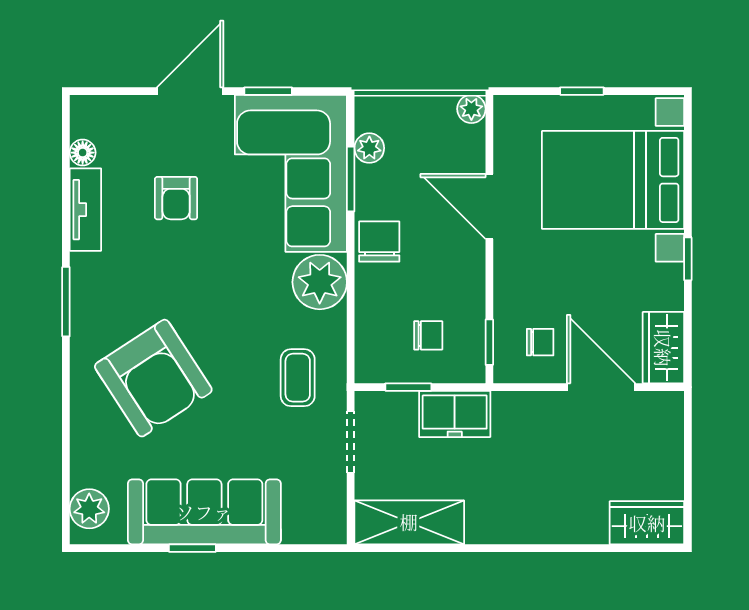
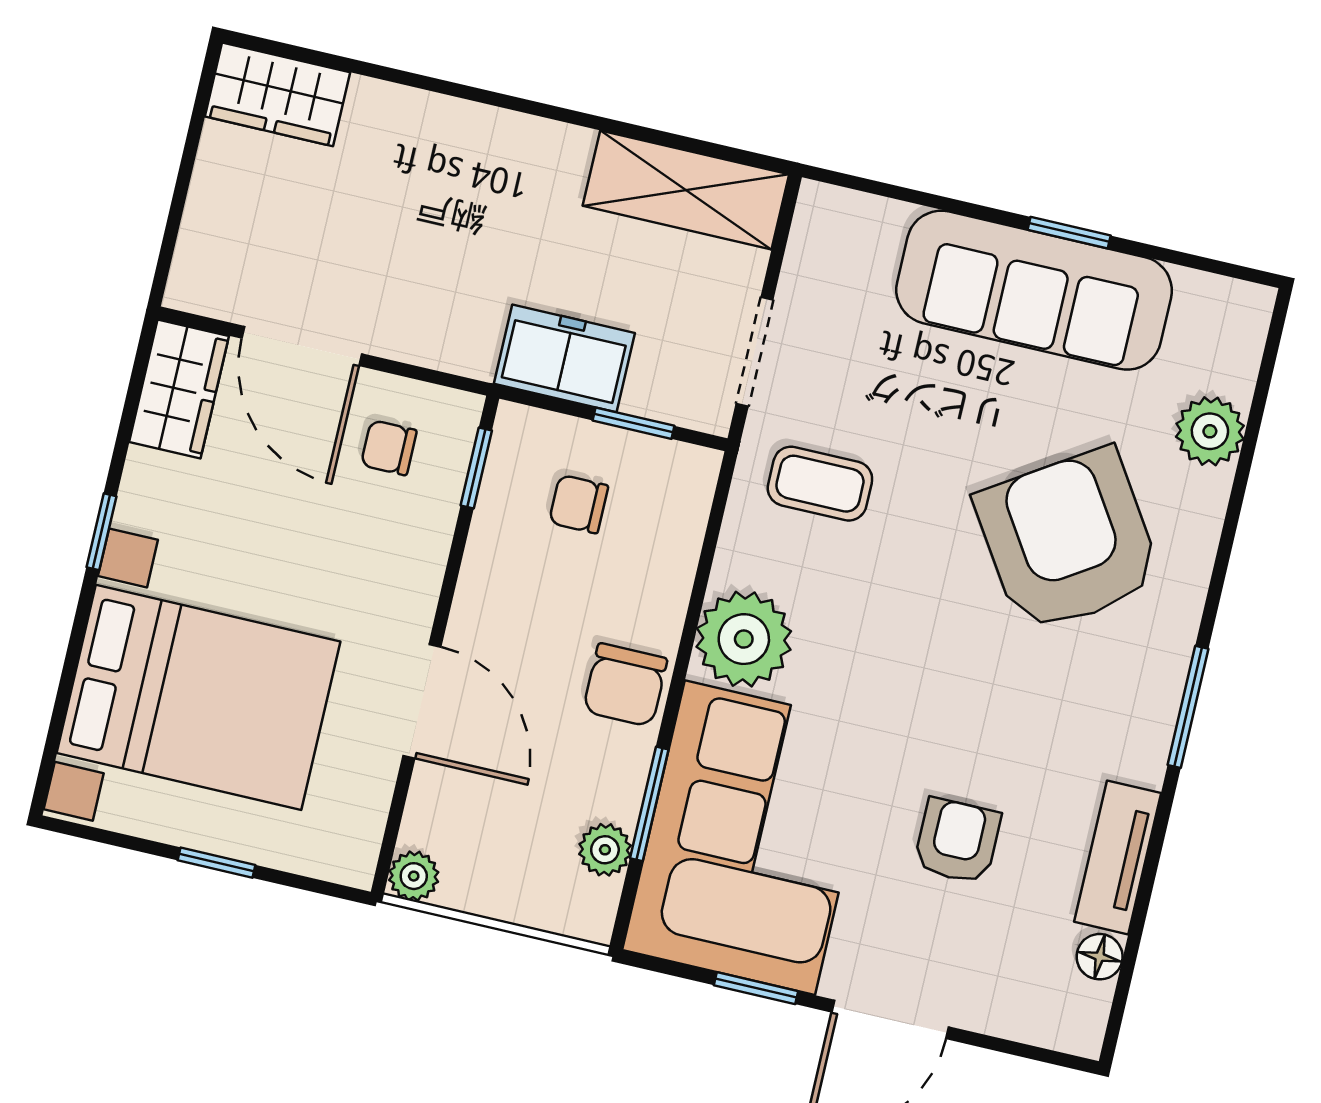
coffee table: (298, 378) -> (820, 484), turned 90
plant: (89, 509) -> (1210, 431), moved

